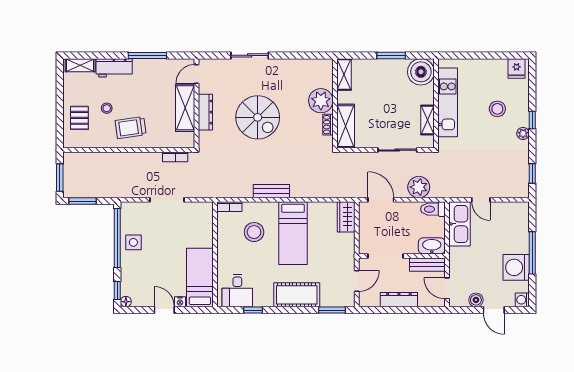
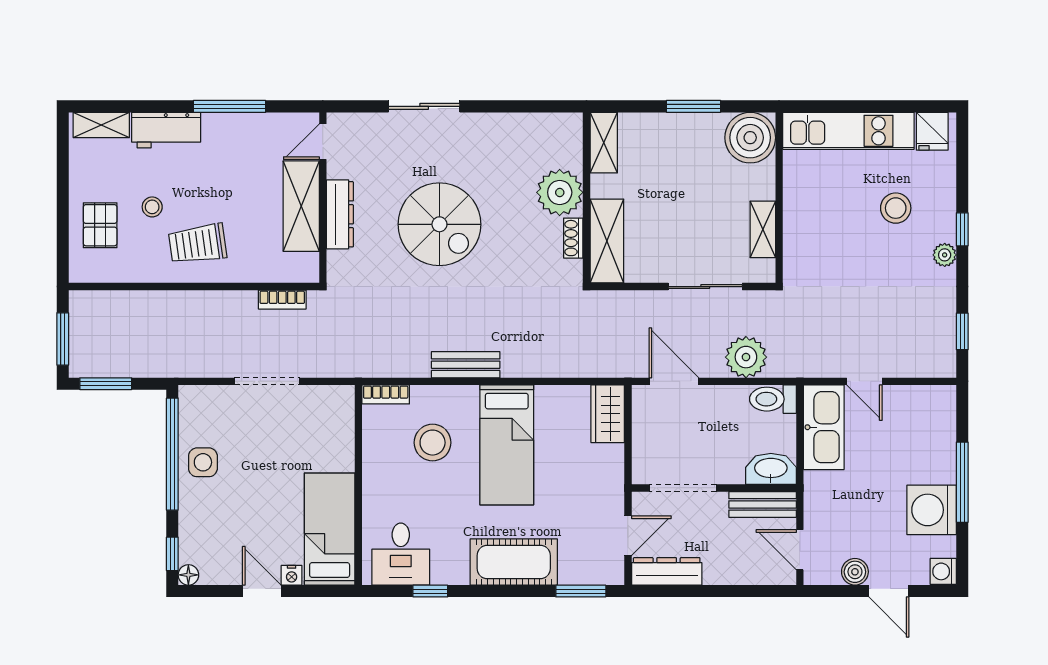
kitchen unit: (448, 102) -> (848, 131), moved, turned 90
dresser: (399, 300) -> (667, 571), moved

